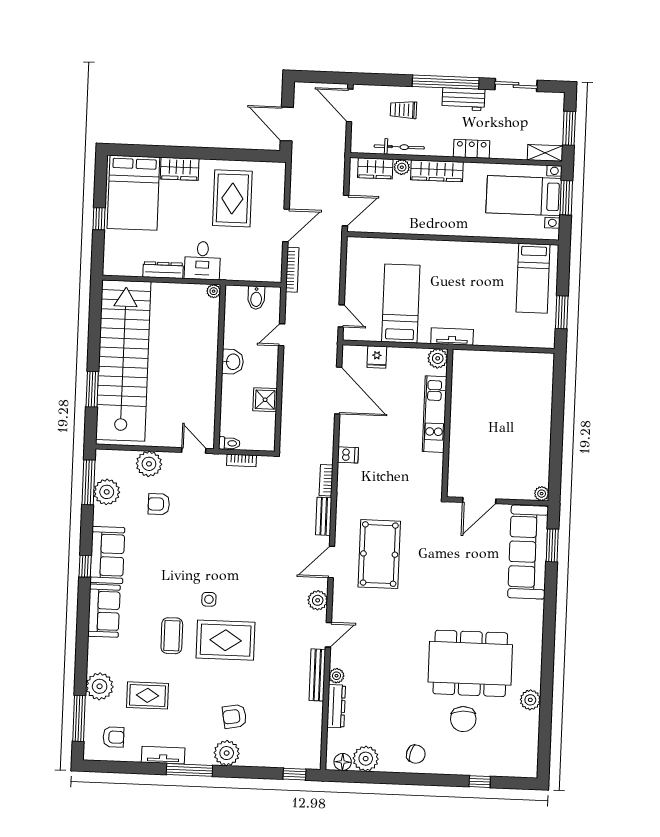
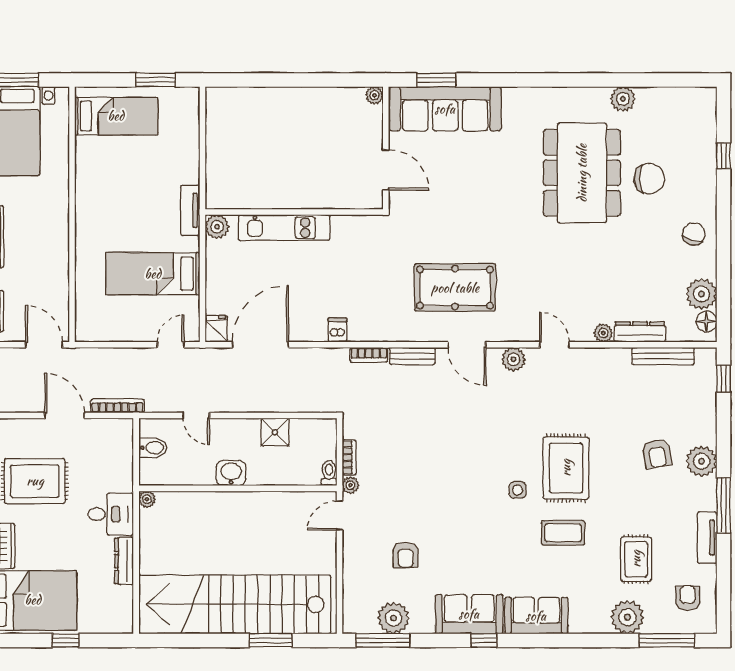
fridge: (377, 357) -> (216, 329), moved, turned -90
plant: (149, 464) -> (350, 485), moved, width x0.53, depth x0.53
bench: (317, 675) -> (663, 356), moved

